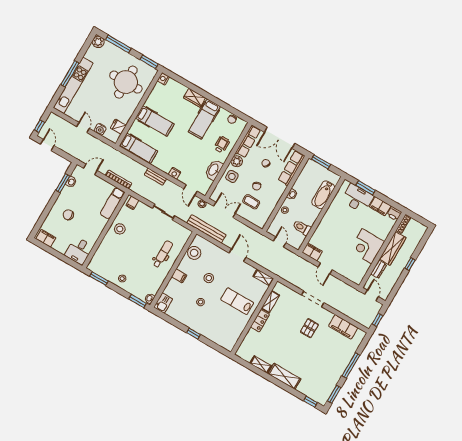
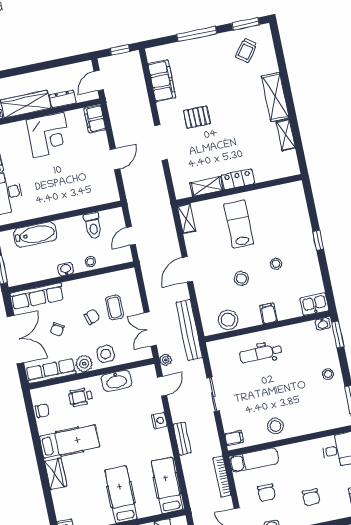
chair: (91, 194) -> (266, 493), added
filing cabinet: (312, 252) -> (95, 119), moved
window: (410, 264) -> (26, 69), removed
lab bench: (237, 301) -> (239, 224), turned 180
trolley: (321, 383) -> (246, 50), added
window: (310, 402) -> (277, 43), removed

